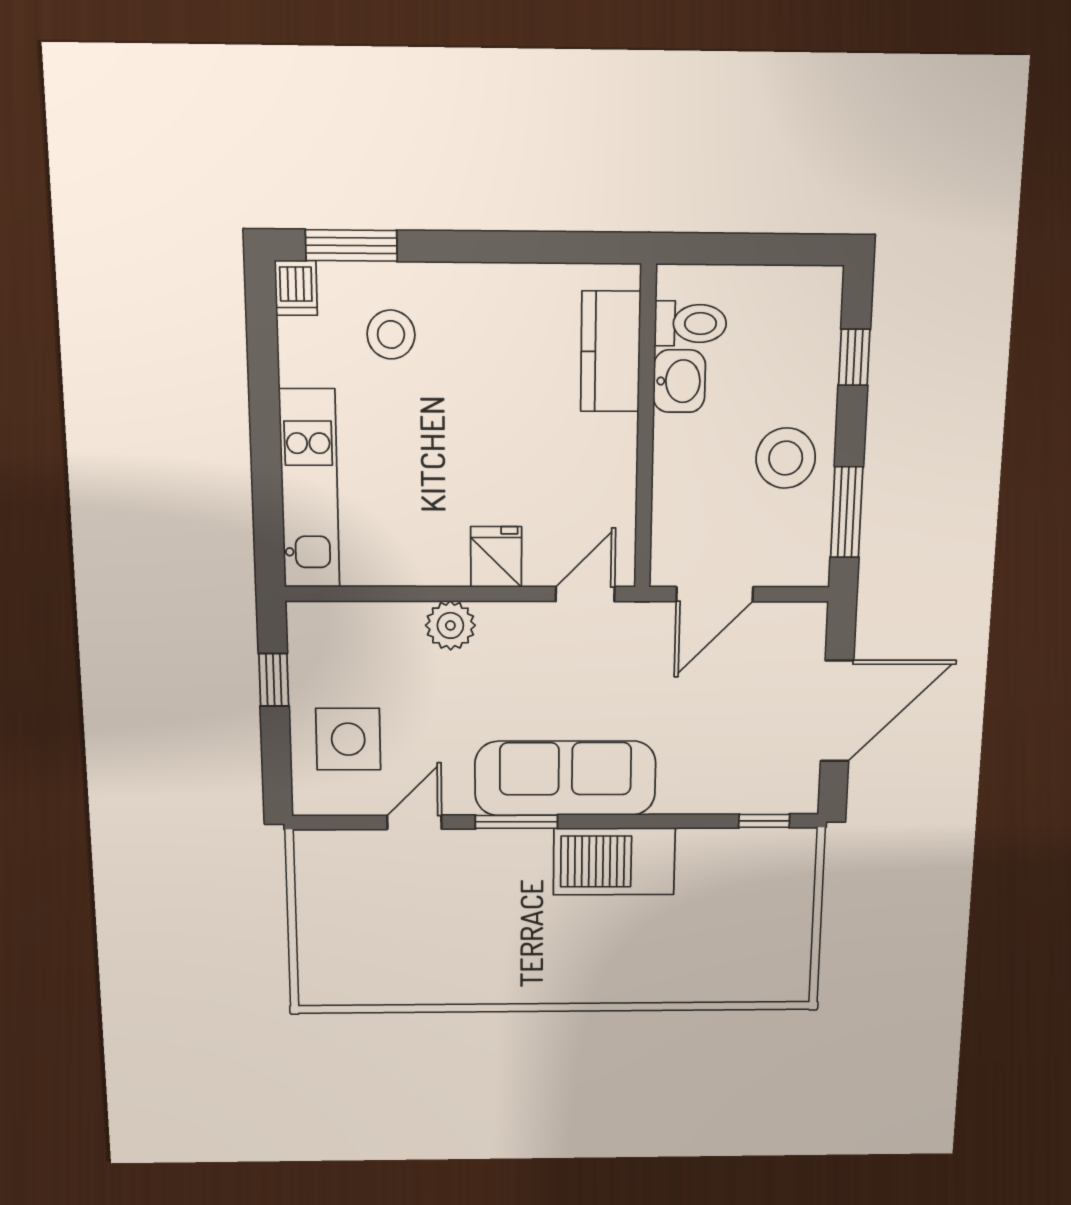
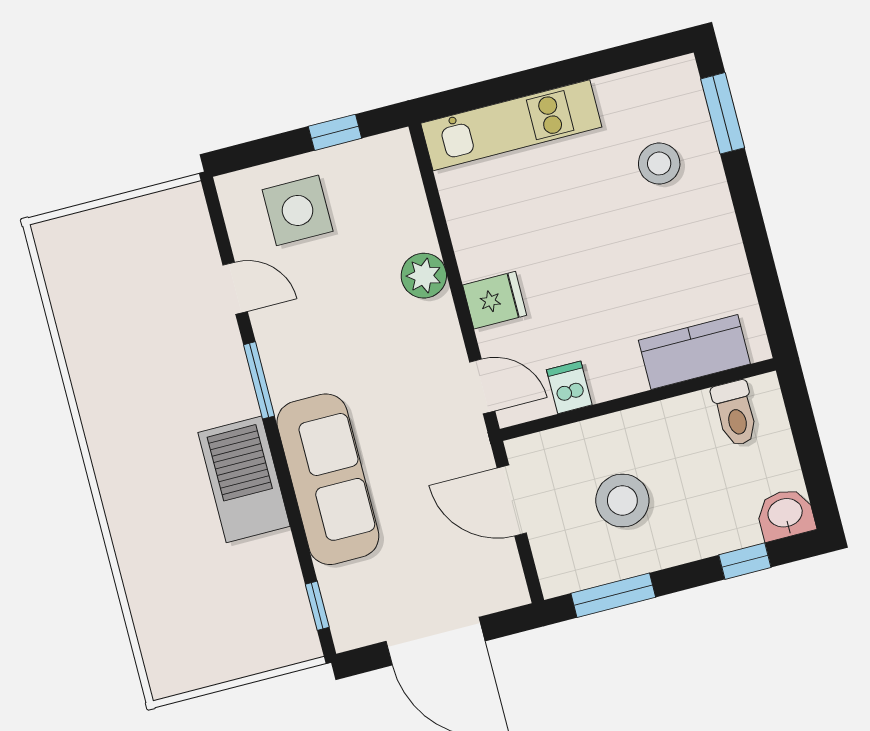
dishwasher: (296, 288) -> (569, 387), moved, turned 90
washbasin: (679, 381) -> (785, 514), moved, turned 180
stool: (786, 458) -> (622, 500), moved
sofa: (565, 778) -> (328, 479), moved

